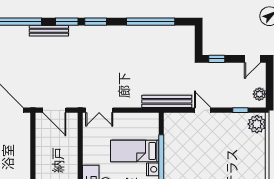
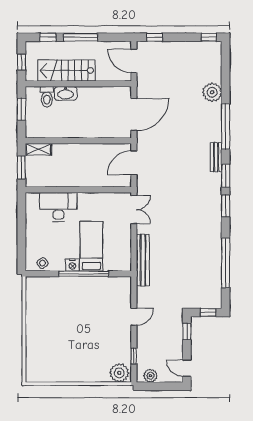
bench: (49, 31) -> (216, 157), width x0.73
window: (199, 38) -> (208, 313), added
bench: (167, 101) -> (143, 260), moved
double door: (99, 110) -> (134, 209), swing flipped

